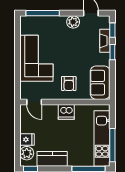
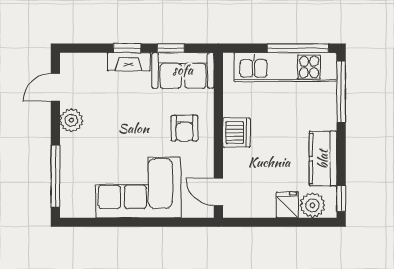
window: (112, 30) -> (171, 48), moved
fireplace: (105, 41) -> (129, 62), moved
armchair: (69, 83) -> (184, 128), turned 90
door: (34, 102) -> (218, 192), swing flipped

